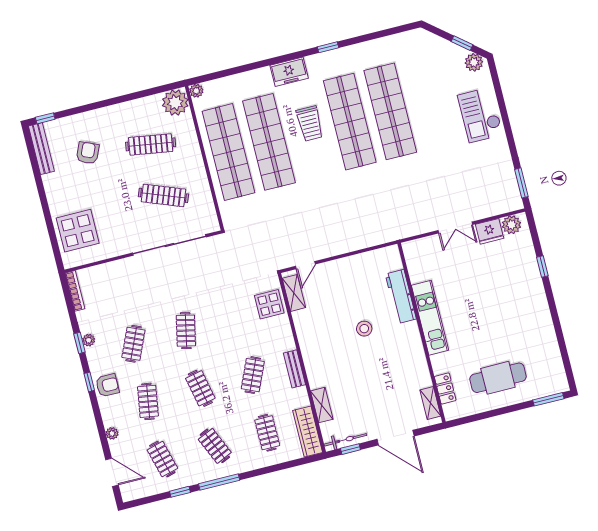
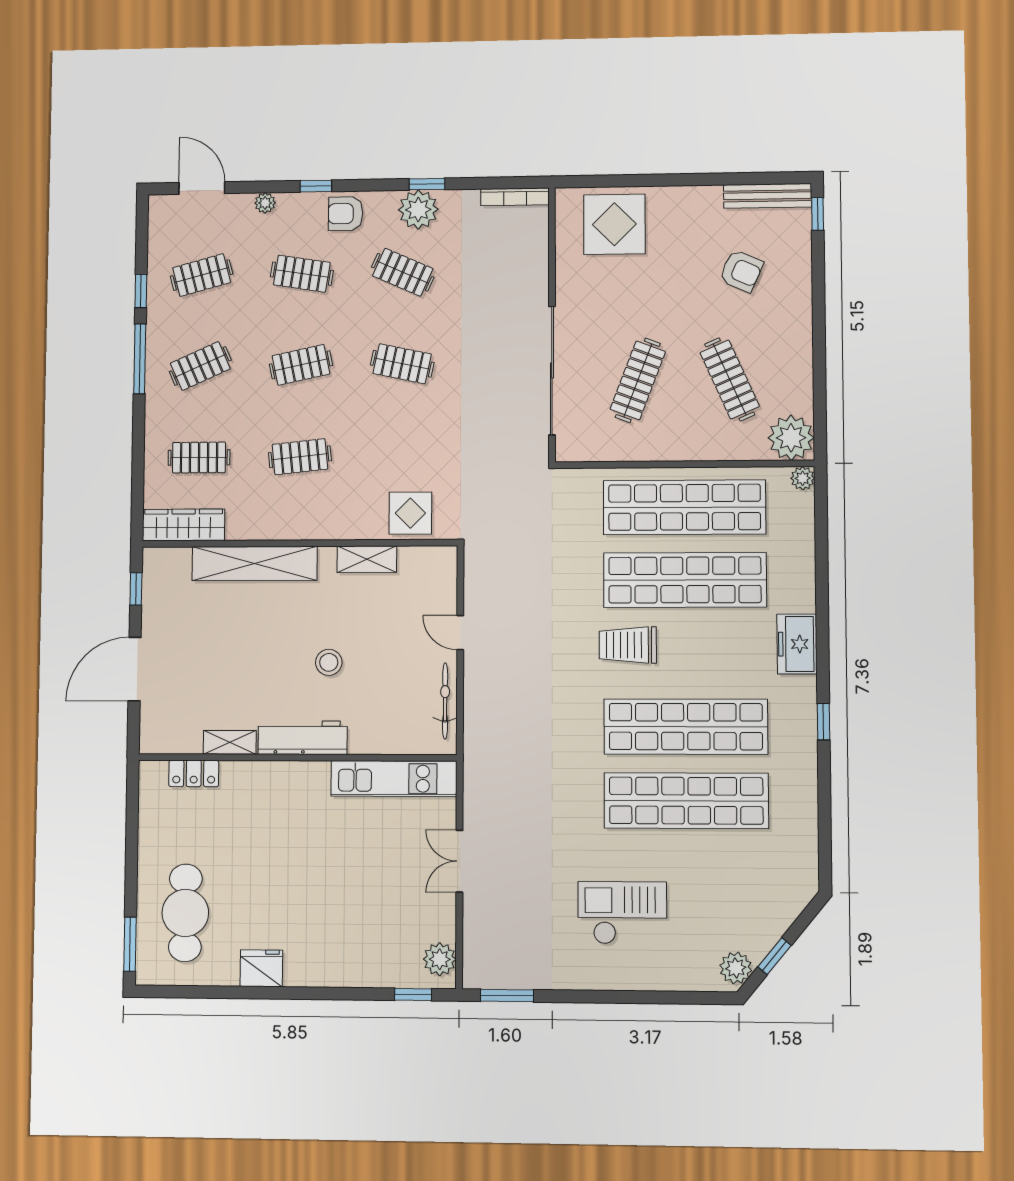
checkout: (480, 115) -> (622, 913), moved
trolley: (310, 124) -> (628, 645), moved
clothes rail: (151, 144) -> (730, 379), turned -33
fridge: (490, 231) -> (261, 968), moved, turned 90
door: (305, 265) -> (460, 633), moved
window: (542, 266) -> (413, 994), moved
shelving: (294, 293) -> (367, 559), moved
workbench: (401, 297) -> (303, 738), moved
kitchen unit: (430, 318) -> (394, 779), moved
plant: (89, 340) -> (418, 210), width x1.88, depth x1.88
bench: (294, 369) -> (292, 529), removed
clothes rail: (253, 375) -> (300, 457), turned -30
cafe table: (498, 378) -> (185, 913), moved
window: (89, 382) -> (316, 186), moved
armchair: (107, 385) -> (346, 214), turned 90
shelving: (430, 403) -> (230, 742), moved
shelving: (322, 405) -> (255, 563), width x2.20, depth x1.33
bicycle: (345, 440) -> (445, 701), moved, turned 180
door: (112, 472) -> (202, 188), swing flipped

